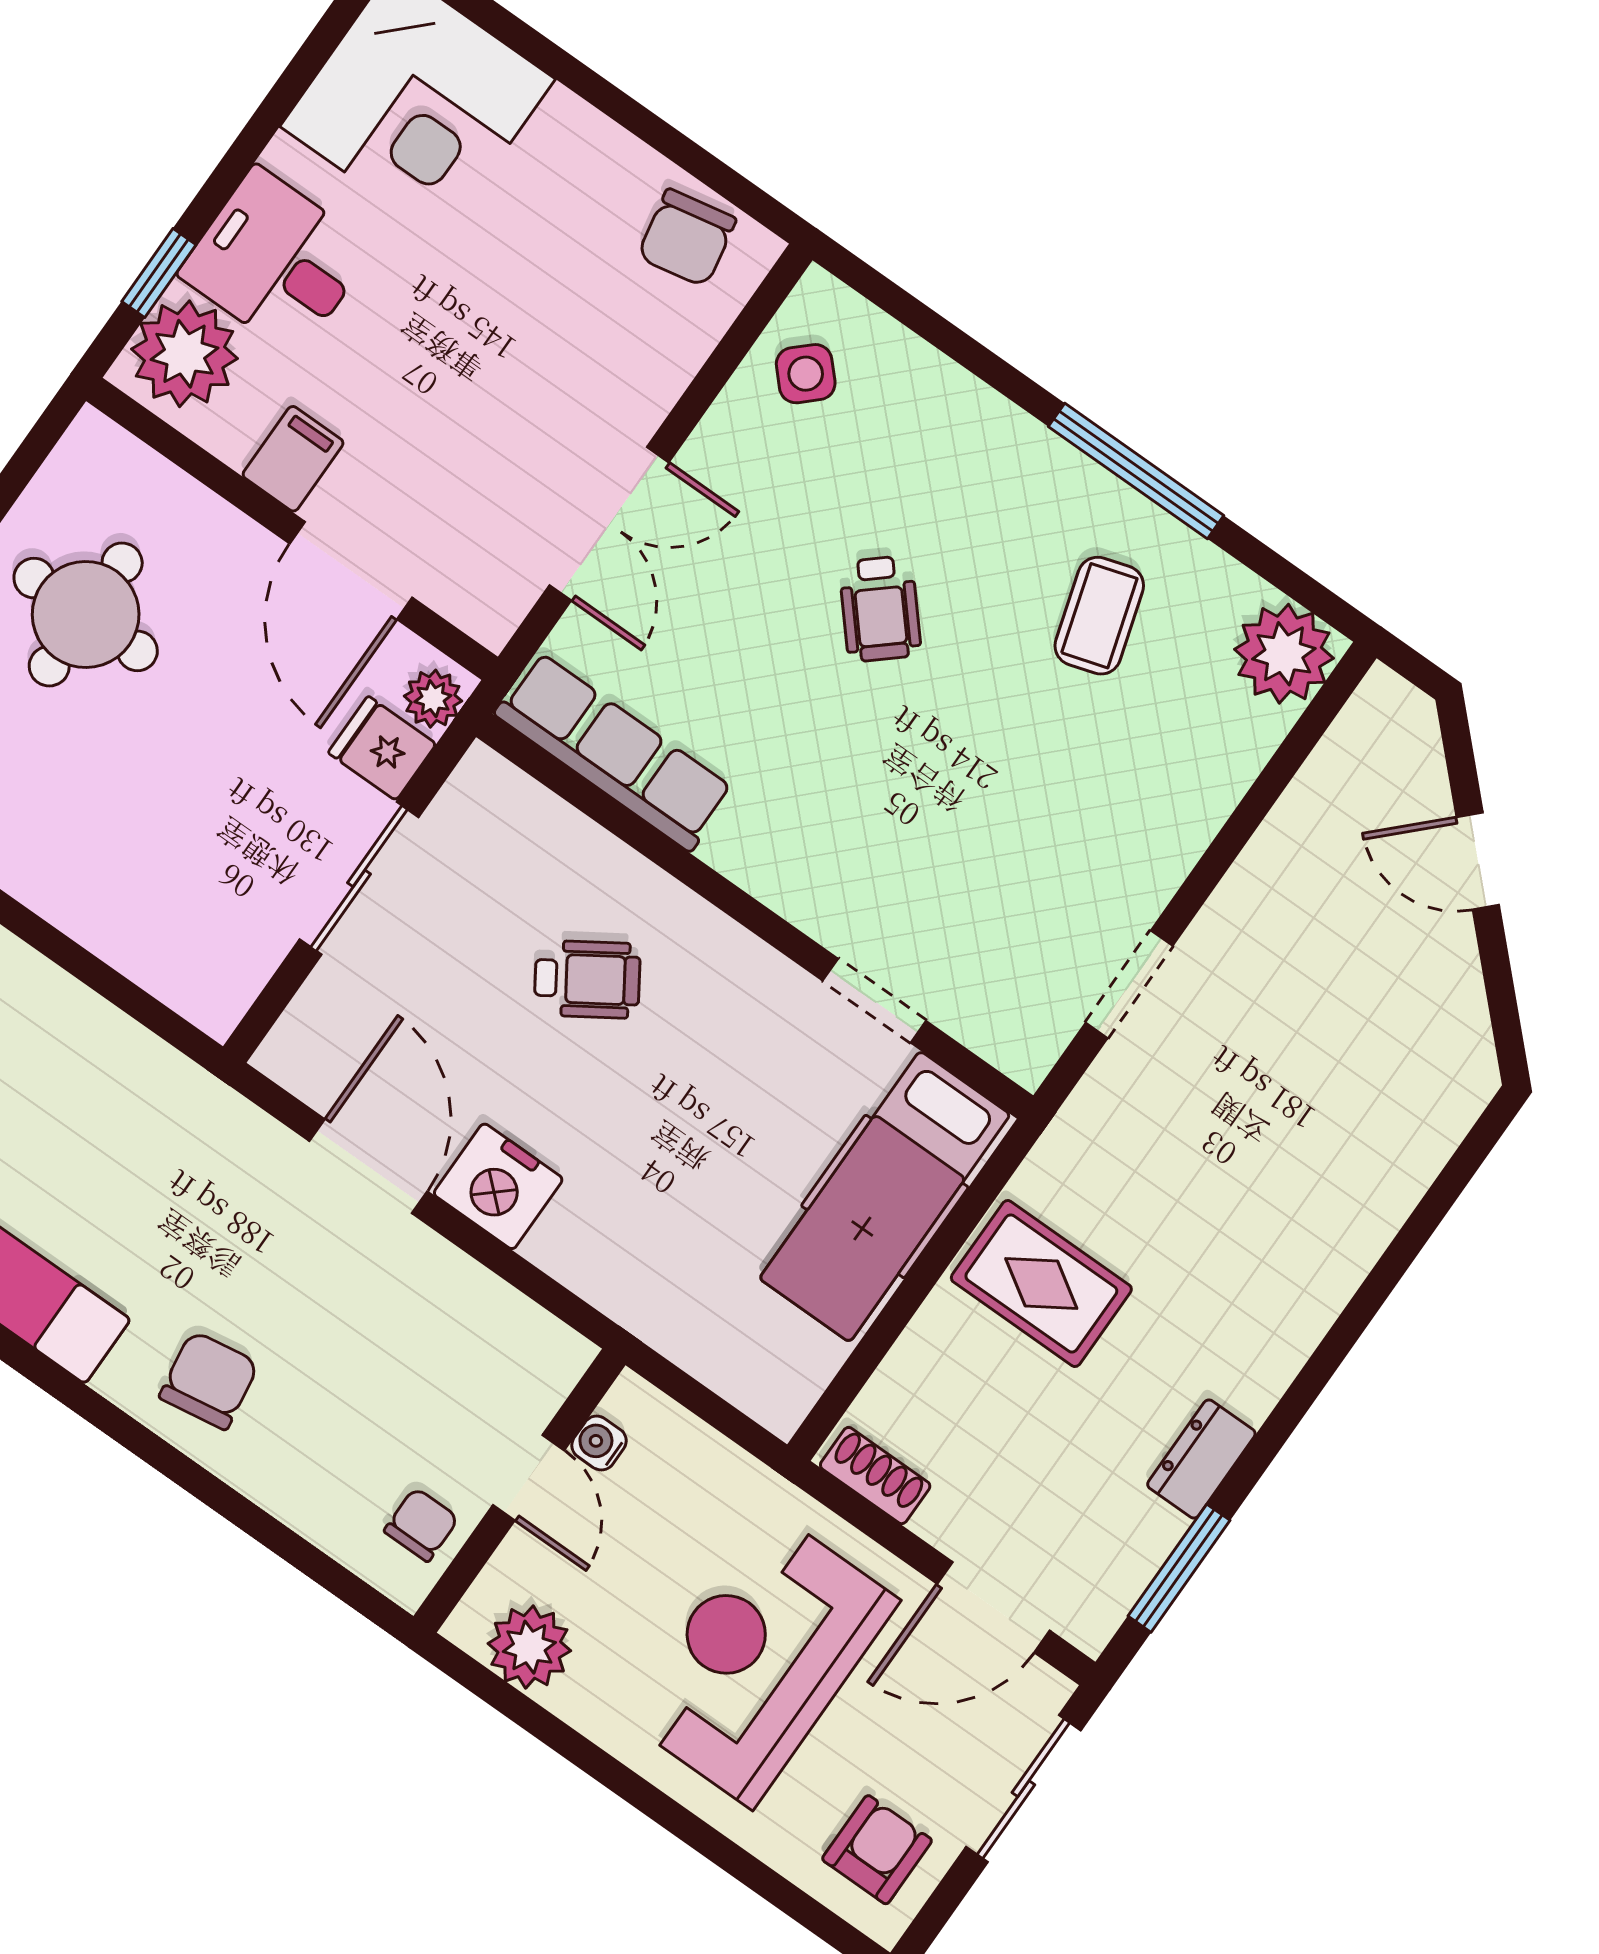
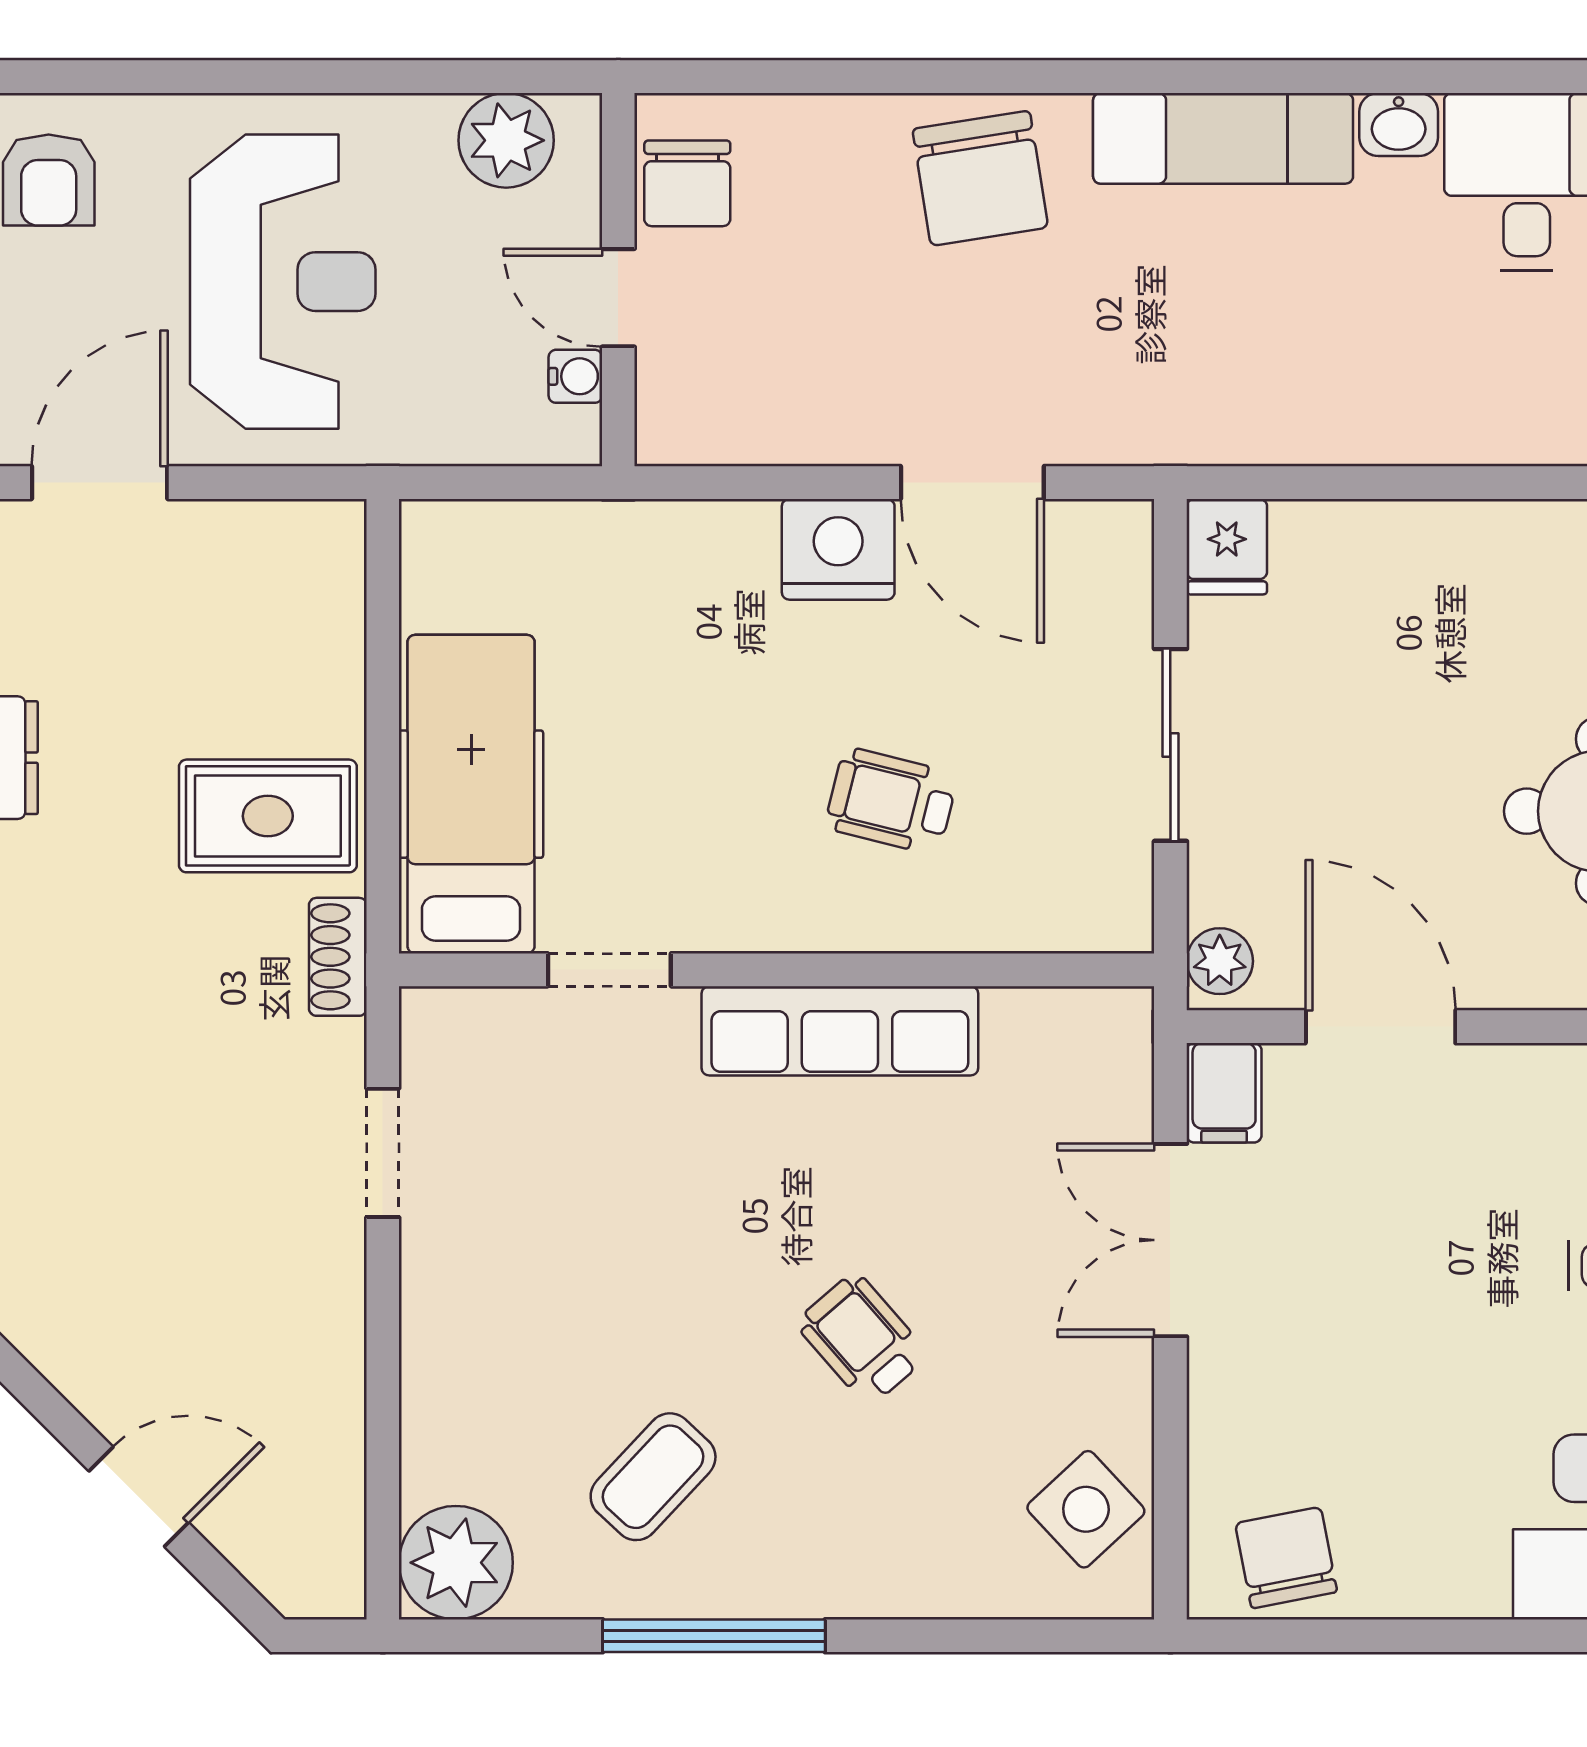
side table: (806, 374) -> (1086, 1509), width x1.37, depth x1.37
filing cabinet: (293, 459) -> (1224, 1093), moved
coffee table: (1099, 616) -> (653, 1477), turned 60
fridge: (382, 748) -> (1227, 547), moved, turned 90
row of seats: (614, 752) -> (840, 1031), moved
wheelchair: (587, 979) -> (891, 801), turned 47
chair: (209, 1380) -> (980, 178), width x1.37, depth x1.37
shoe rack: (875, 1476) -> (338, 957), moved, turned 90
chair: (421, 1525) -> (687, 183), width x1.37, depth x1.37

